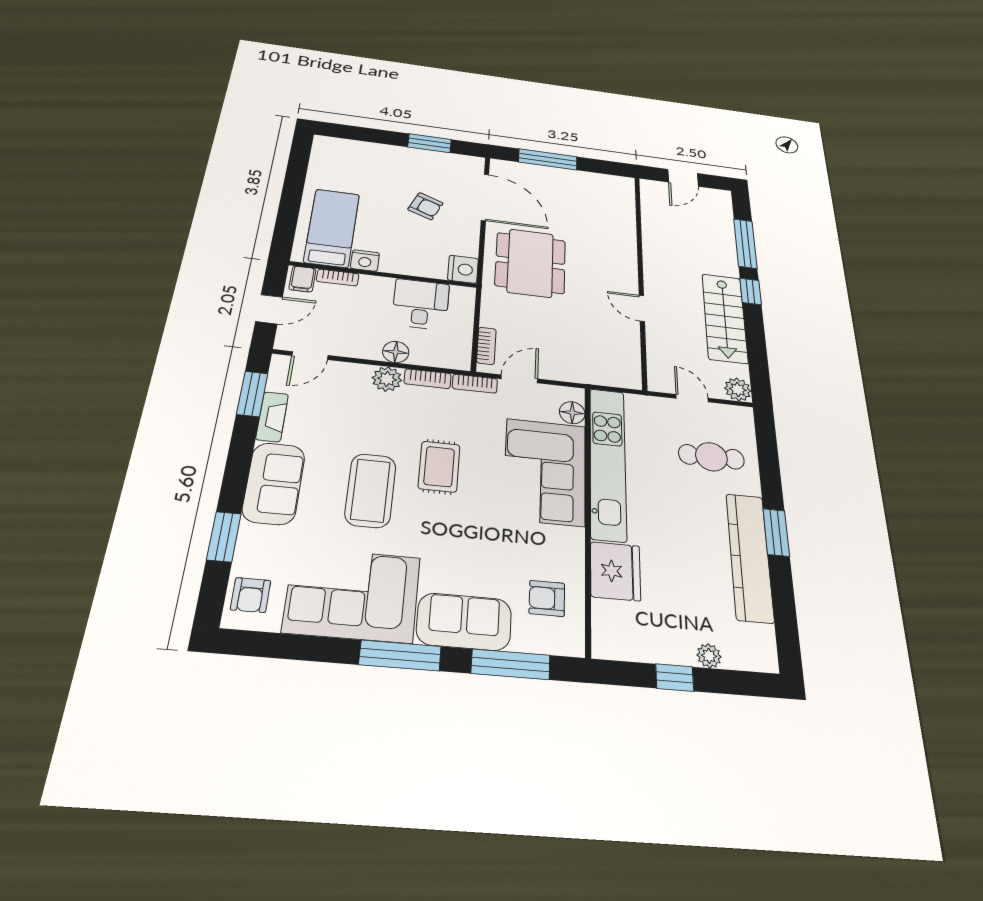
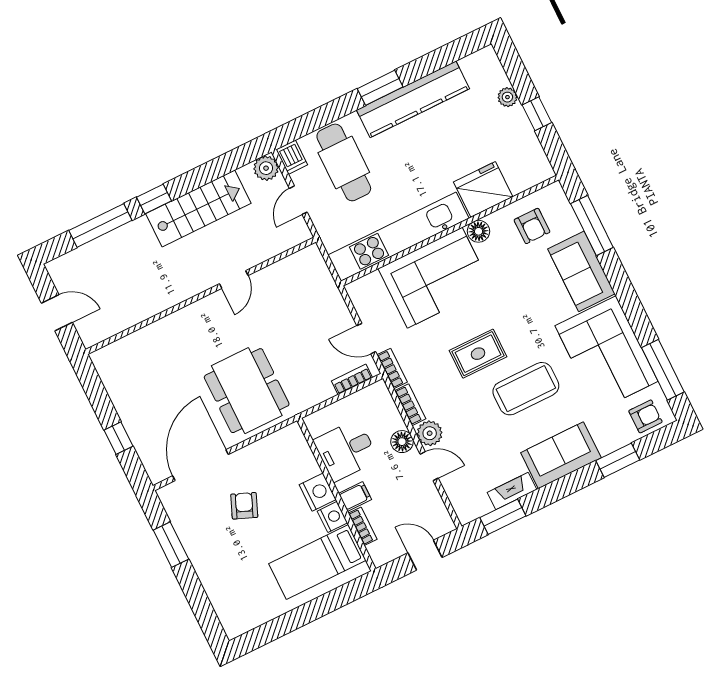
window: (548, 159) -> (118, 438), width x0.46
dining table: (530, 263) -> (247, 391), turned 90
nightstand: (463, 269) -> (318, 492), moved, turned 90
filing cabinet: (302, 279) -> (355, 496), moved
door: (310, 356) -> (429, 466), moved
floor lamp: (572, 413) -> (479, 231), moved
dishwasher: (739, 416) -> (292, 157), added
cafe table: (711, 457) -> (344, 162), width x1.37, depth x1.35
window: (400, 655) -> (663, 370), moved

